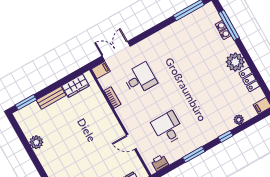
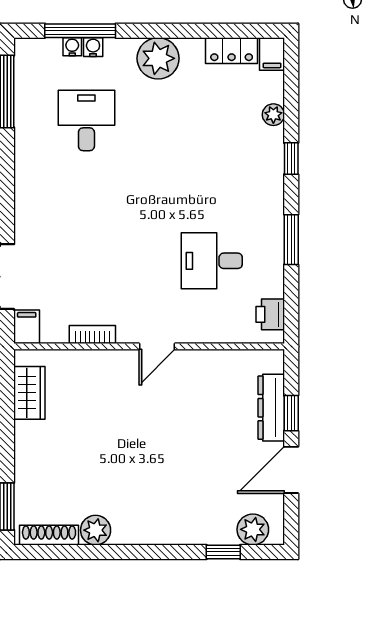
desk: (140, 79) -> (86, 120), moved
locker: (249, 79) -> (232, 51), moved
bench: (51, 98) -> (26, 453), removed
shoe rack: (24, 125) -> (49, 535), added
door: (131, 142) -> (157, 346), moved

